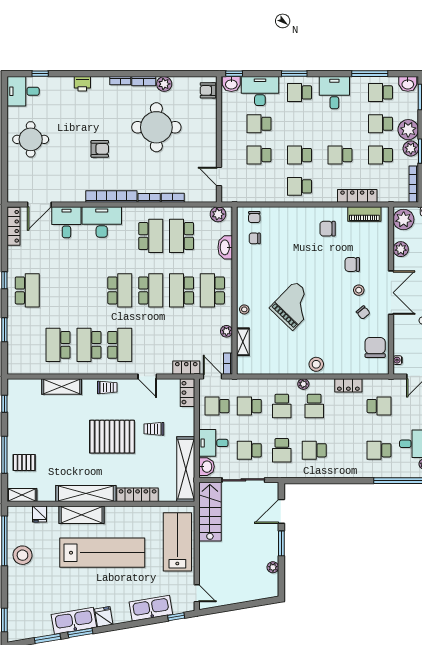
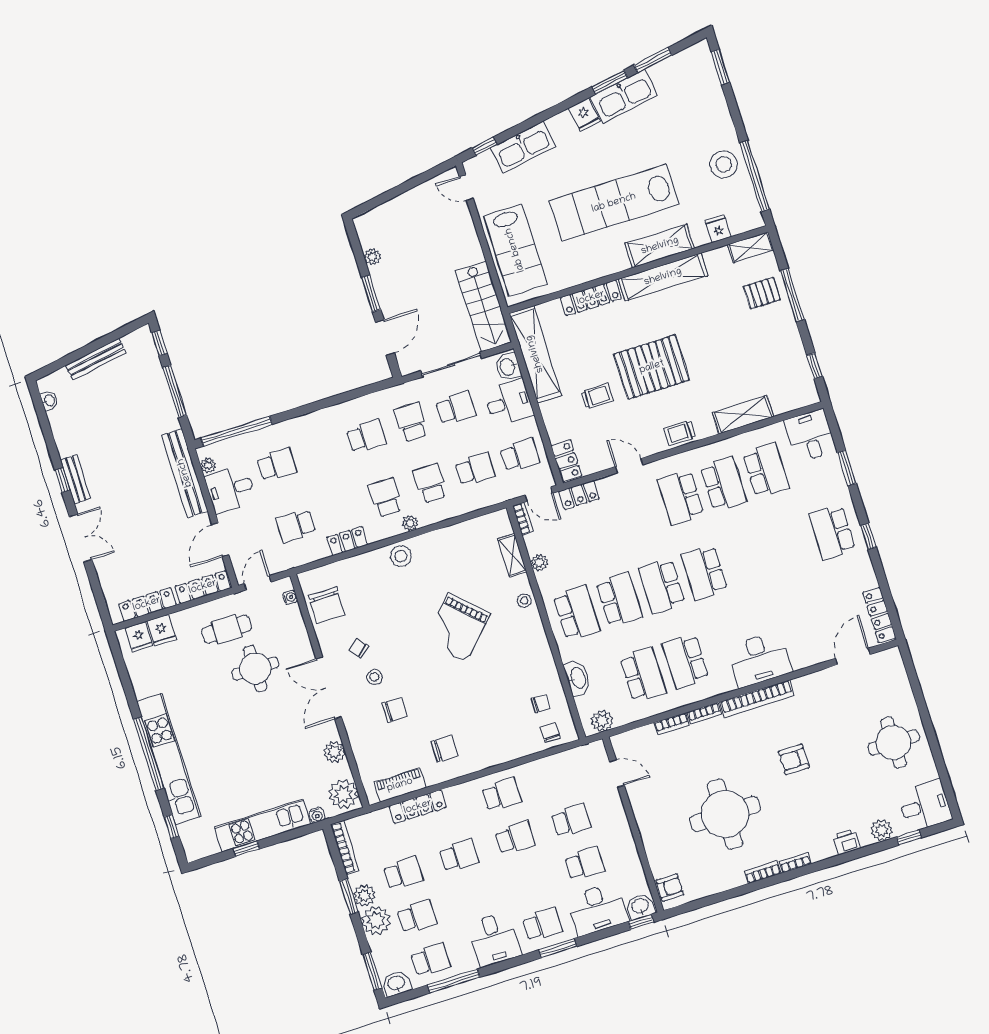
plant: (164, 84) -> (882, 830), moved
desk: (66, 222) -> (810, 436), moved, turned 180

